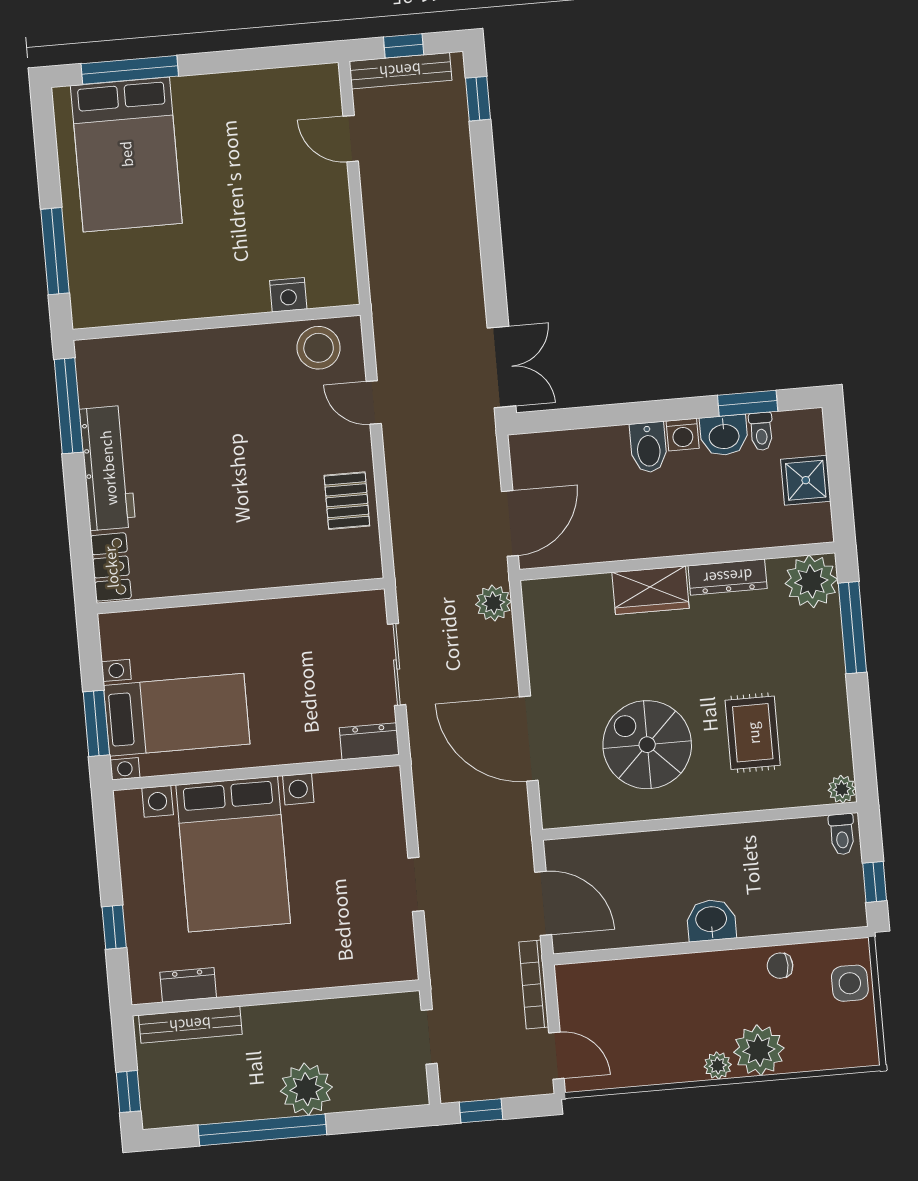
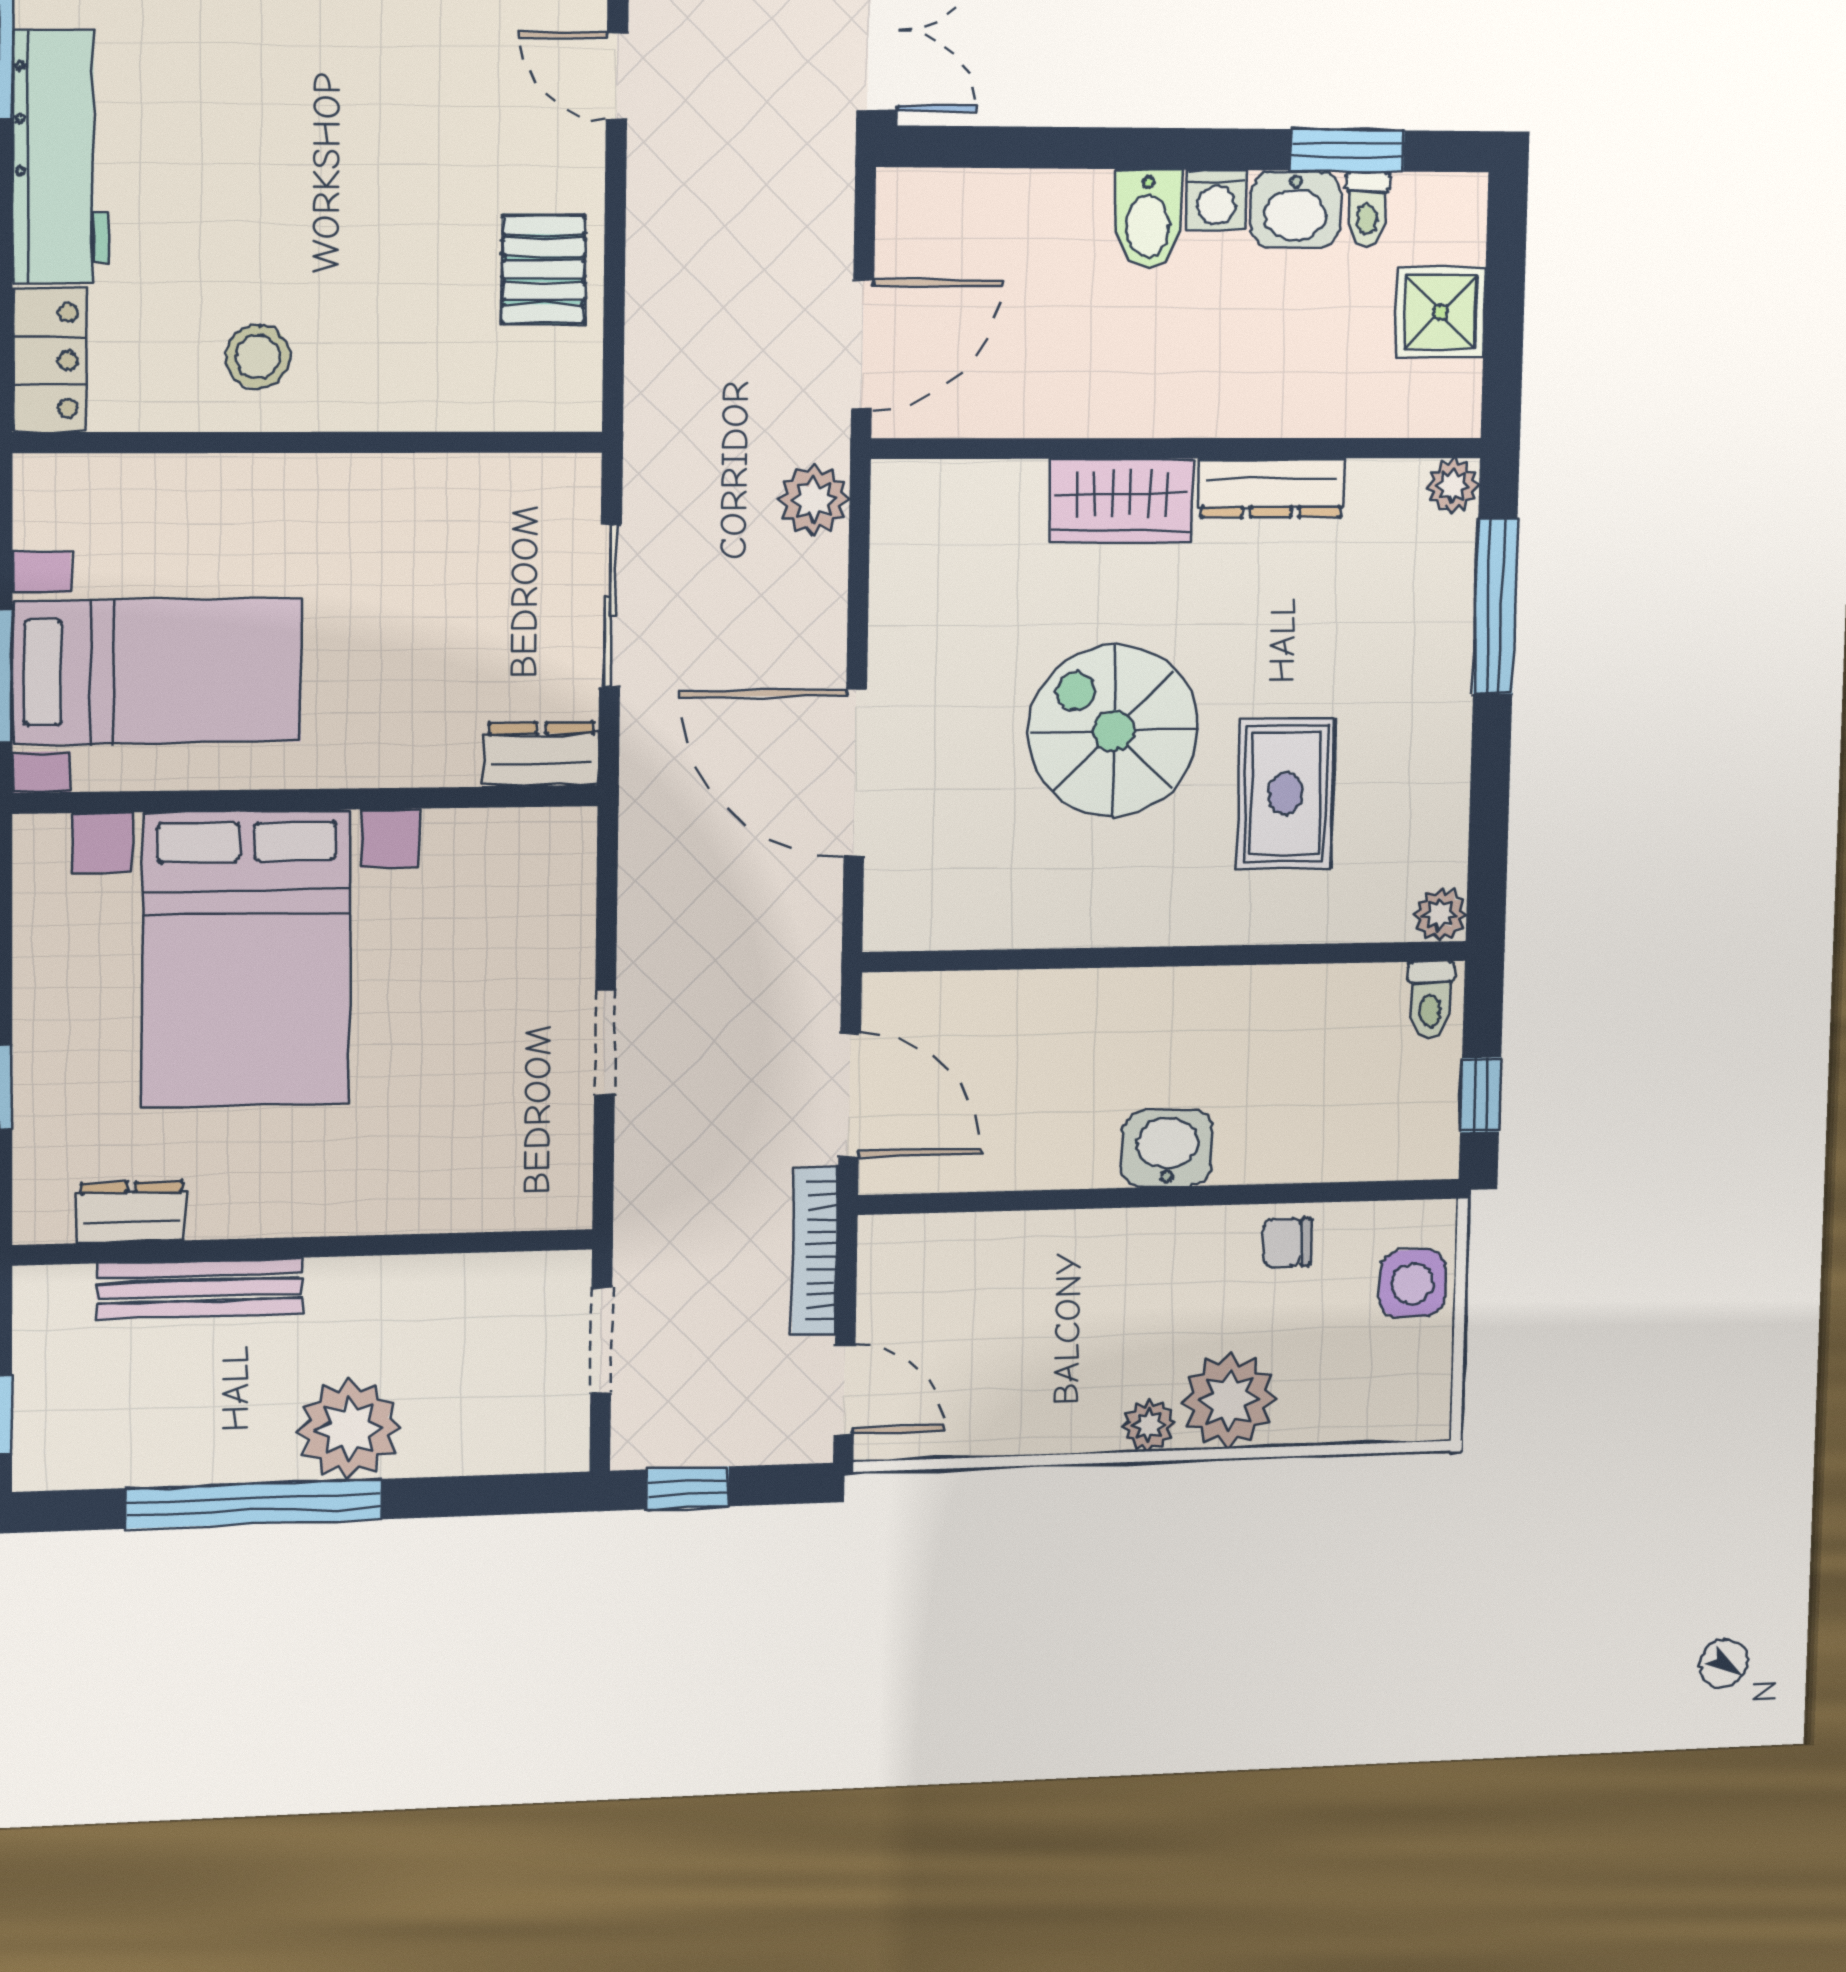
stool: (211, 556) -> (258, 357), added
plant: (811, 581) -> (1453, 486), width x0.53, depth x0.53
spiral stairs: (647, 745) -> (1114, 731), moved
bench: (190, 1025) -> (199, 1288), moved

